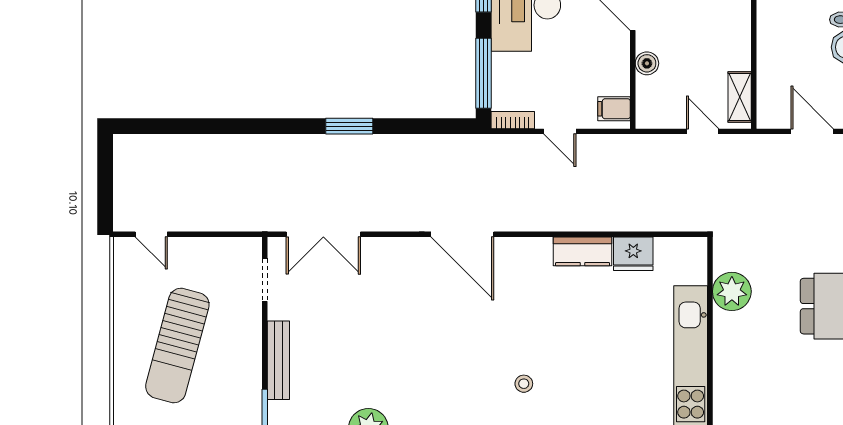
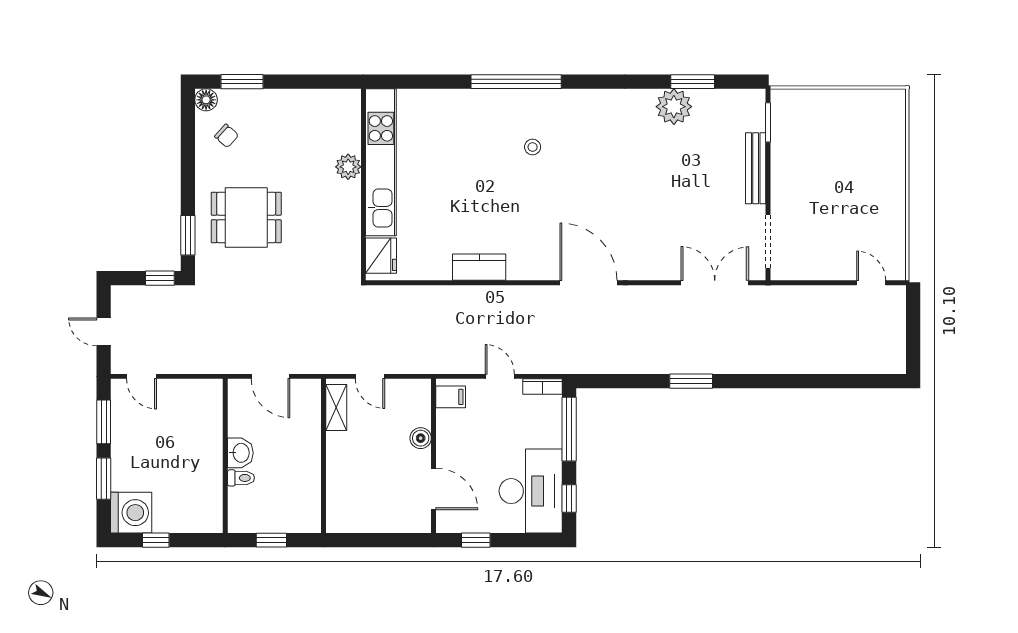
fridge: (633, 254) -> (381, 256), moved, turned 90
doorway: (265, 280) -> (768, 241), width x1.38
plant: (732, 291) -> (348, 167), moved, width x0.73, depth x0.73
sun lounger: (177, 345) -> (847, 182), removed

